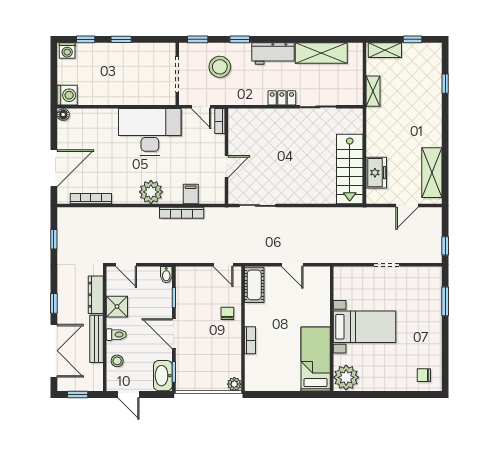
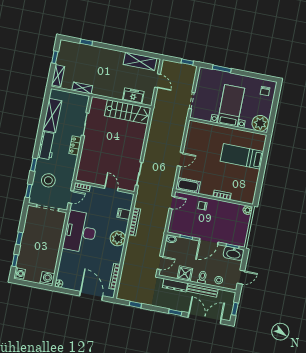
bed with nightstands: (365, 327) -> (231, 106), moved
wall: (332, 329) -> (228, 126), moved
plant: (346, 377) -> (260, 123), moved

